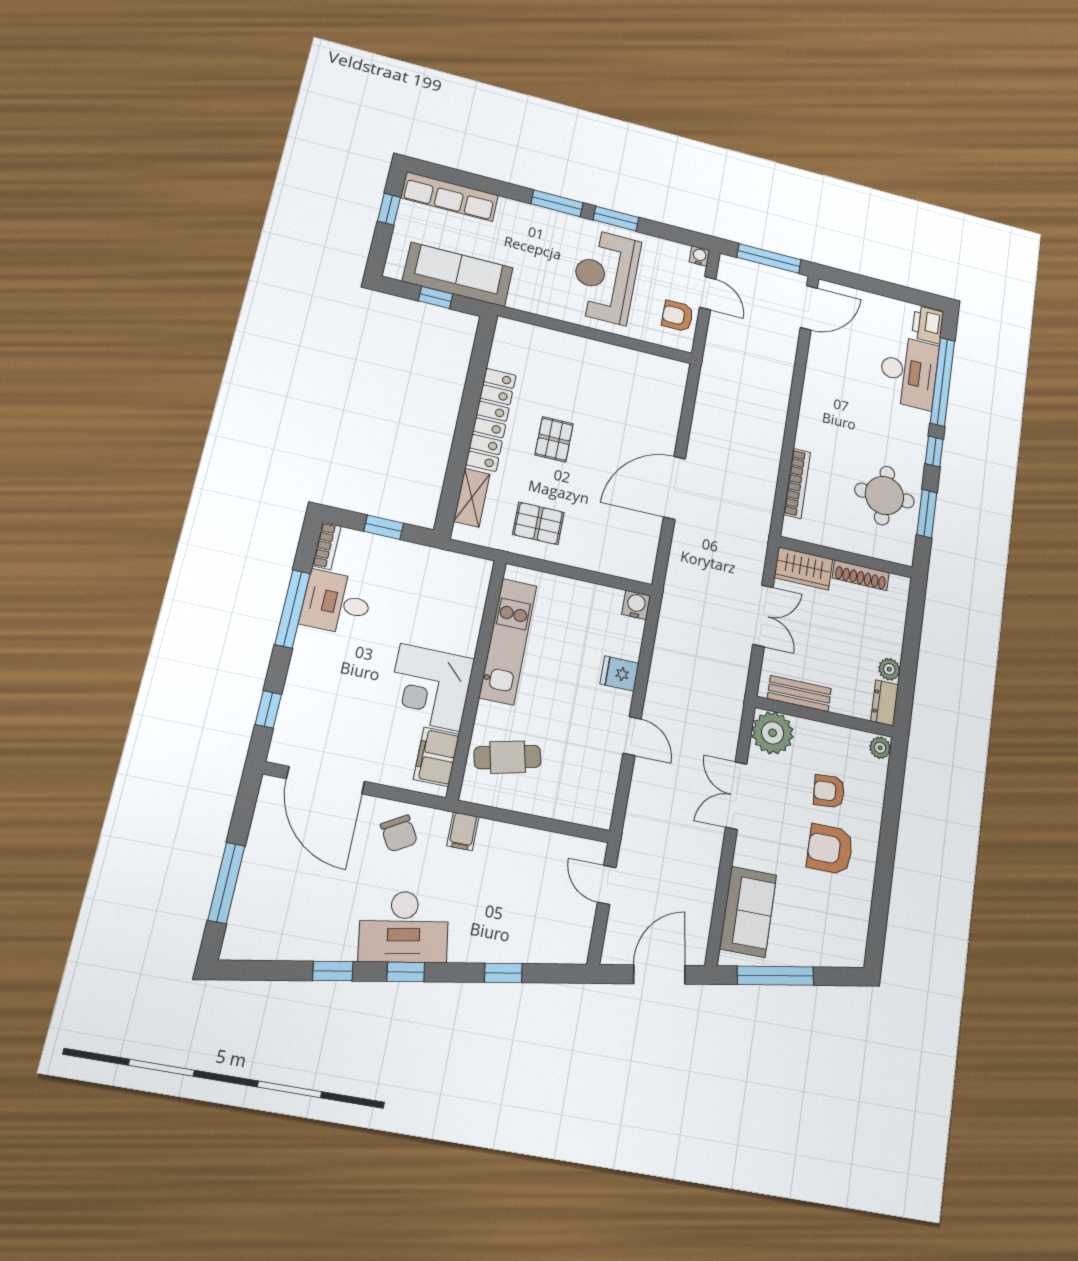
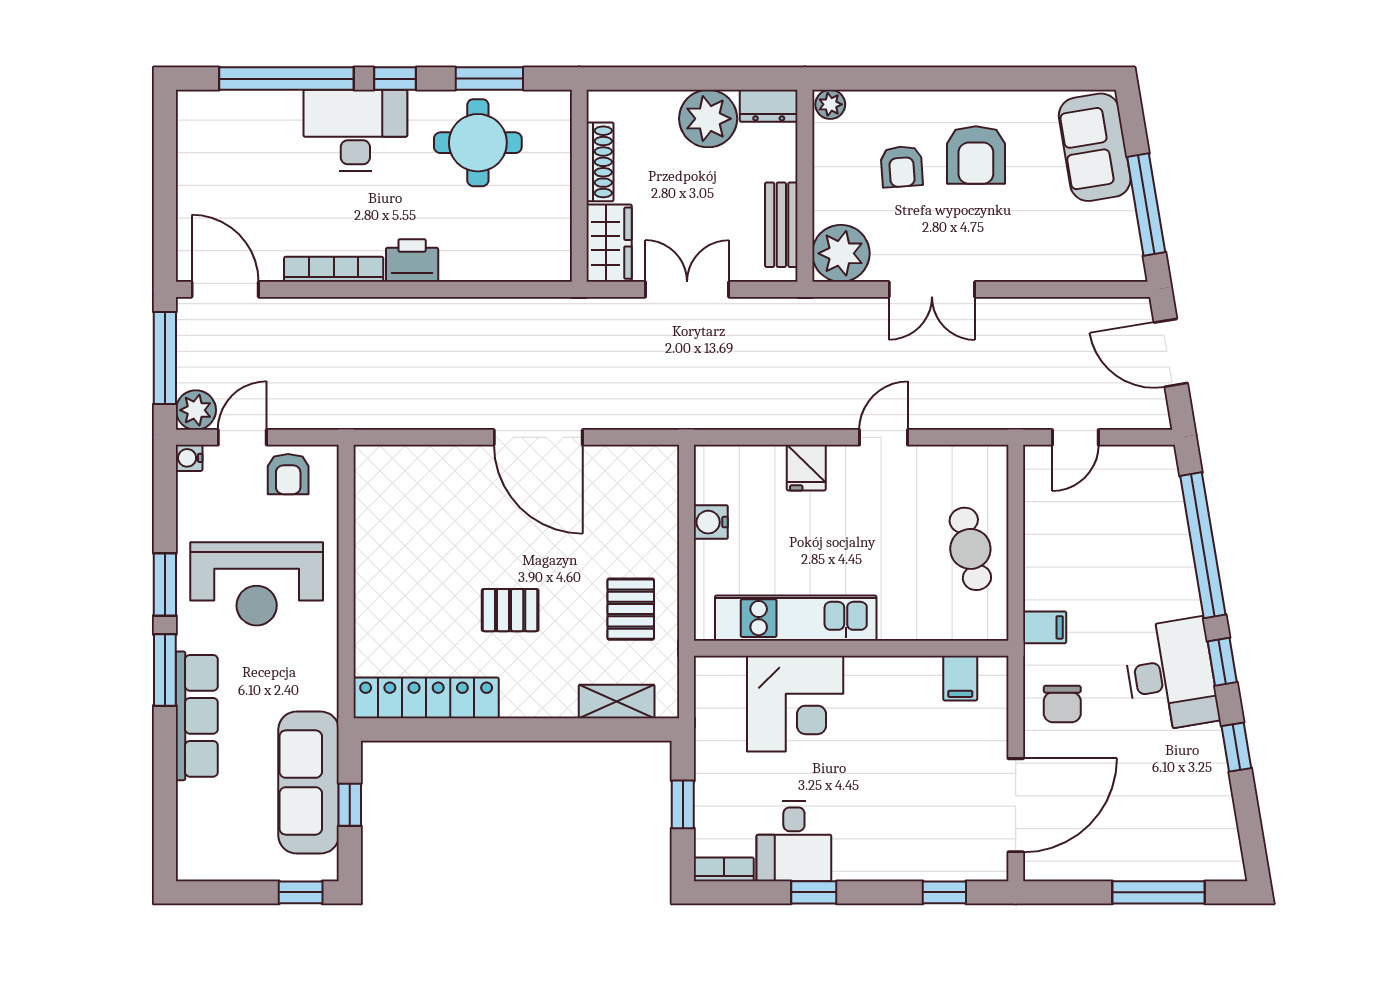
row of seats: (449, 197) -> (197, 716), moved
window: (389, 209) -> (301, 892), moved
plant: (731, 269) -> (196, 410), added
printer: (928, 325) -> (412, 260), moved, turned 180
desk: (909, 372) -> (355, 130), moved
locker: (491, 419) -> (426, 698), moved
bookcase: (797, 483) -> (334, 269), moved
water cooler: (636, 605) -> (711, 522), moved
window: (293, 609) -> (814, 892), width x0.46
plant: (889, 669) -> (708, 119), width x1.87, depth x1.87
corner desk: (430, 687) -> (795, 704), moved
filing cabinet: (436, 757) -> (960, 678), width x0.50
cafe table: (508, 757) -> (970, 549), moved
chair: (399, 833) -> (1062, 704), turned 120
sofa: (748, 912) -> (1095, 147), moved, turned -99
window: (503, 973) -> (1203, 545), width x3.17

